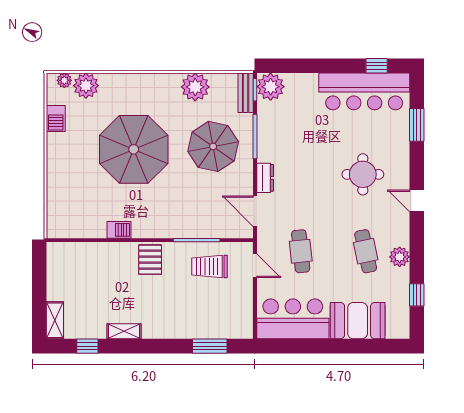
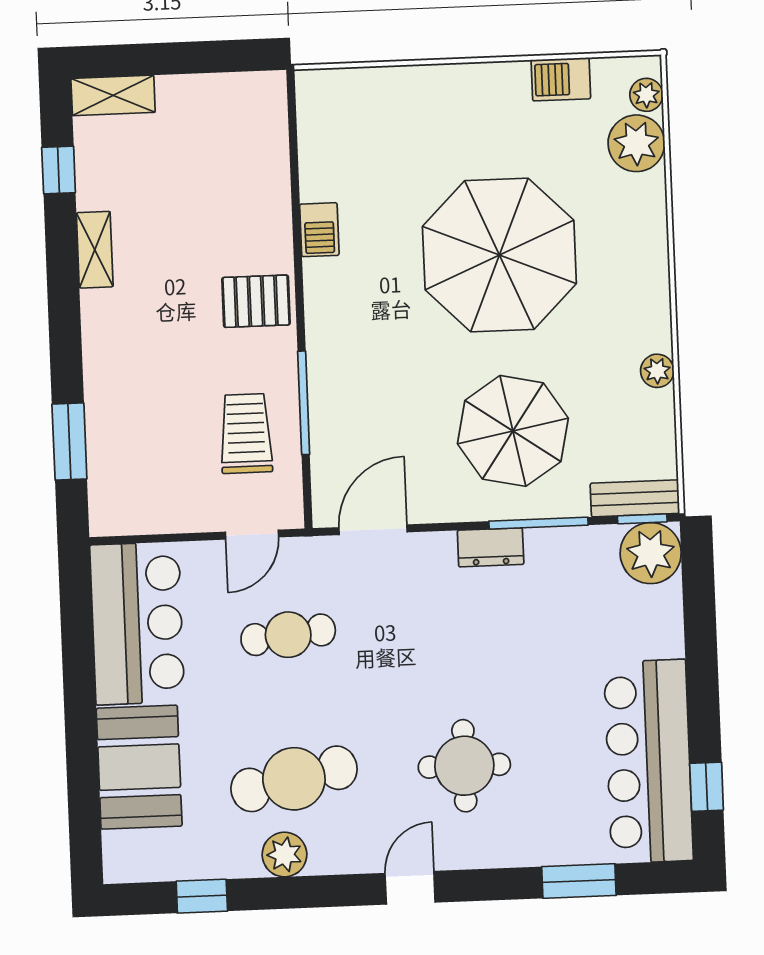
plant: (195, 87) -> (657, 371), width x0.53, depth x0.53
dresser: (265, 178) -> (491, 547), moved
cafe table: (366, 251) -> (294, 779), width x1.37, depth x1.35

